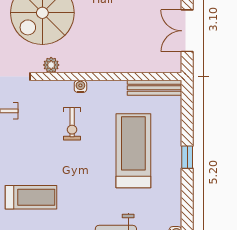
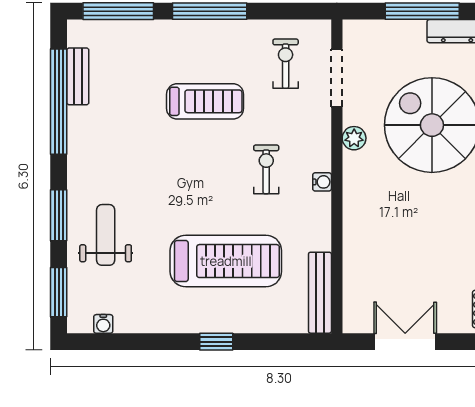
exercise bike: (72, 124) -> (266, 169), turned 90
treadmill: (31, 197) -> (205, 101), moved, turned -90

